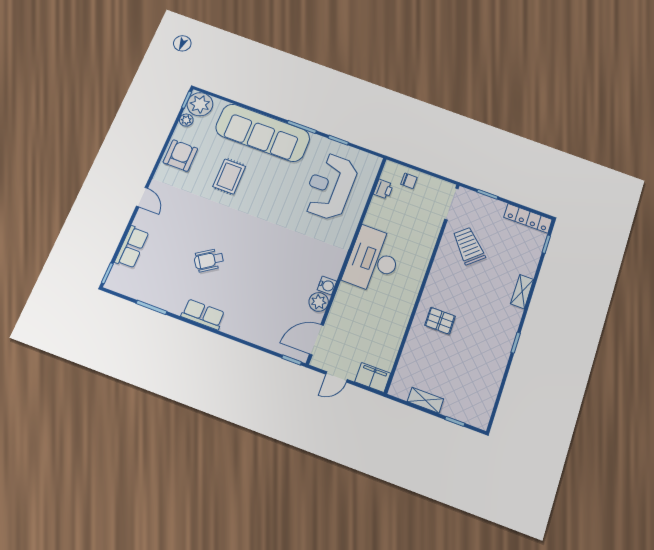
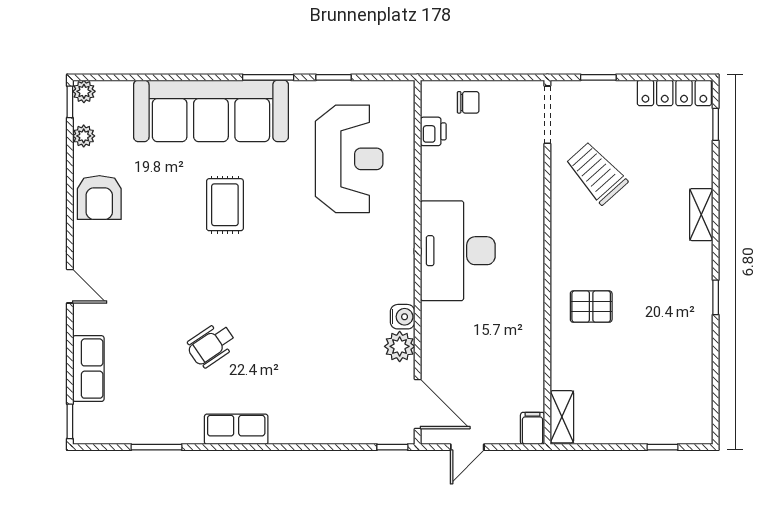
plant: (200, 104) -> (84, 91), width x0.53, depth x0.53
armchair: (180, 155) -> (99, 198), turned 180
rug: (229, 177) -> (225, 205), moved
reception desk: (330, 186) -> (349, 159), turned 180
door: (316, 340) -> (418, 404), swing flipped
filing cabinet: (373, 377) -> (533, 428), width x0.50
shelving: (425, 400) -> (562, 417), moved, turned 90

